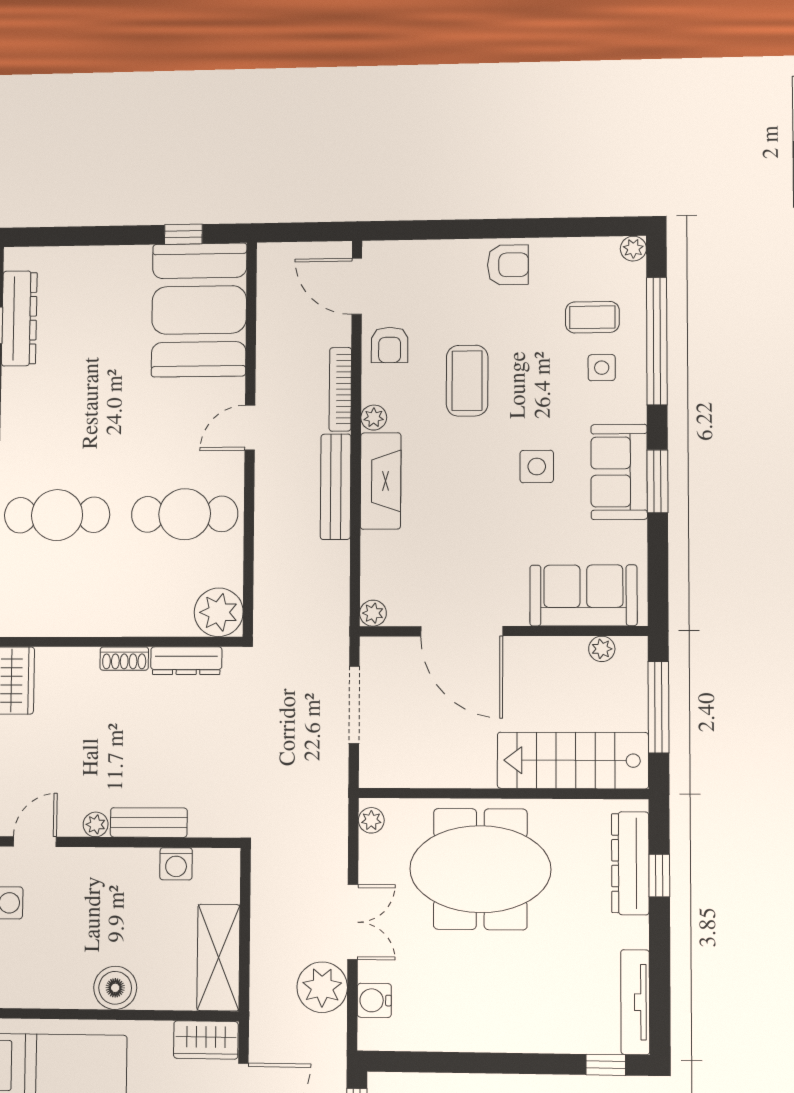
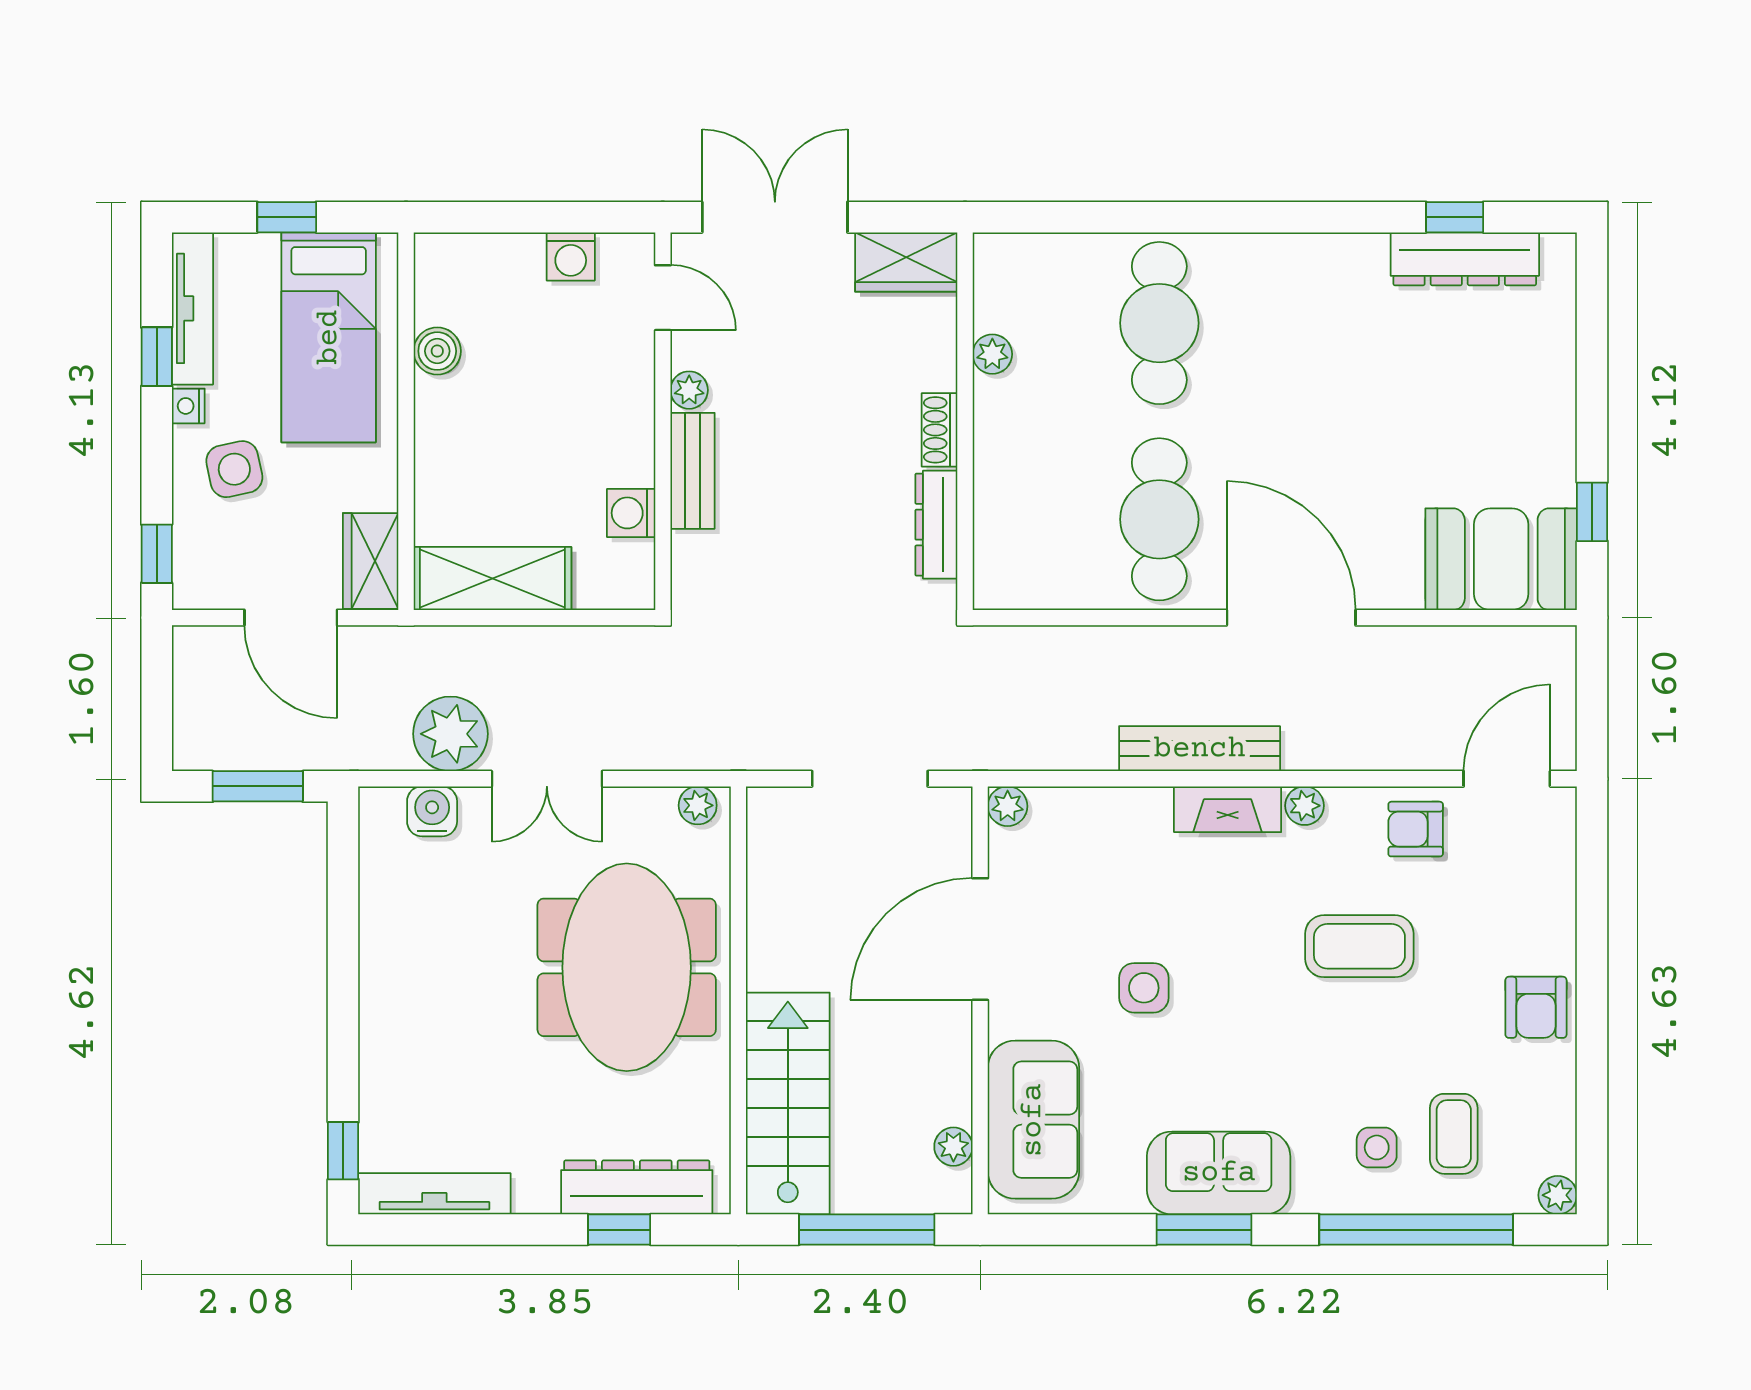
booth: (199, 310) -> (1501, 559), width x0.73, depth x0.70
bookcase: (340, 389) -> (1348, 755), removed
door: (250, 428) -> (1291, 618), width x1.88
side table: (537, 466) -> (1144, 988), moved
fireplace: (381, 481) -> (1228, 809), width x0.73, depth x0.76
plant: (219, 612) -> (992, 354), moved, width x0.53, depth x0.53
boiler: (115, 988) -> (437, 351), moved, width x0.73, depth x0.73

